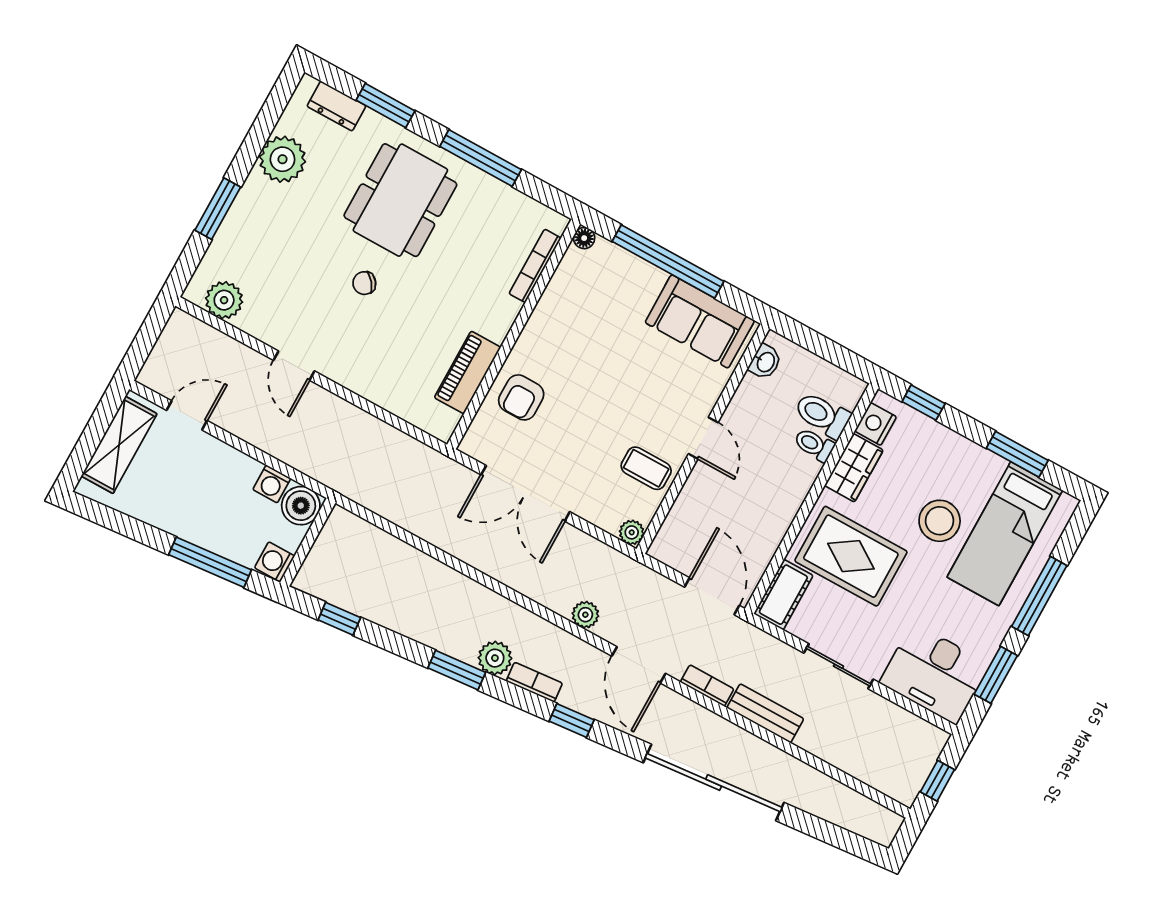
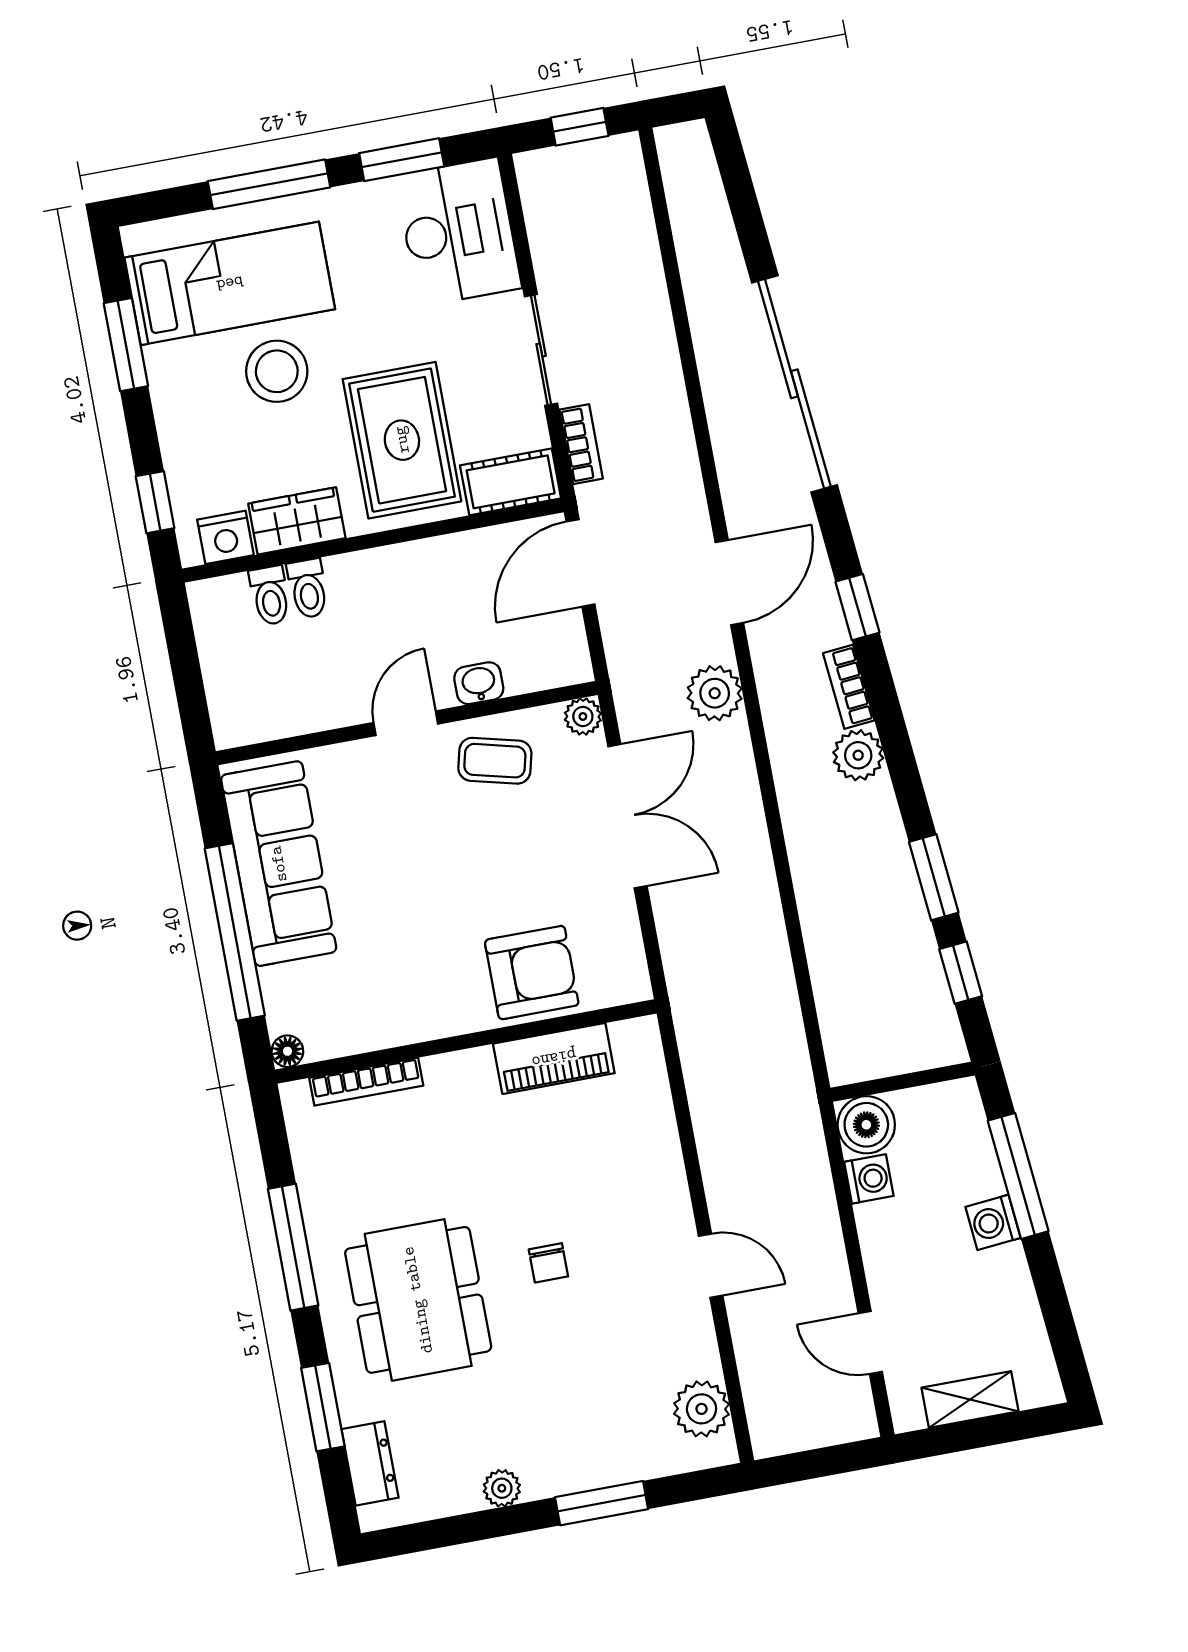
plant: (282, 159) -> (502, 1488), width x0.53, depth x0.53
dining table: (400, 200) -> (418, 1300), turned 90
chair: (364, 283) -> (548, 1263), turned 39
sofa: (700, 321) -> (279, 864), width x1.36
washbasin: (765, 362) -> (479, 683), moved
door: (294, 366) -> (711, 1266), hinge flipped
armchair: (521, 397) -> (532, 973), width x1.38, depth x1.38
toilet: (822, 415) -> (270, 596), width x0.73, depth x0.72
shelving: (119, 445) -> (970, 1399), width x0.67, depth x0.75
coffee table: (646, 468) -> (495, 761), turned -76
double door: (525, 493) -> (627, 816), moved
washing machine: (275, 562) -> (993, 1222), moved, turned 85
plant: (585, 615) -> (715, 693), width x1.38, depth x1.38
window: (457, 670) -> (934, 877), moved
bookcase: (707, 686) -> (581, 444), moved, turned 180
bench: (765, 713) -> (665, 390), removed

